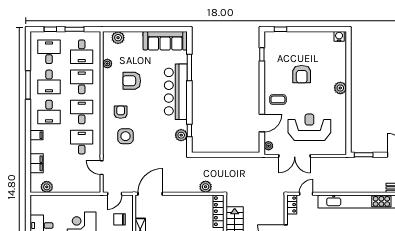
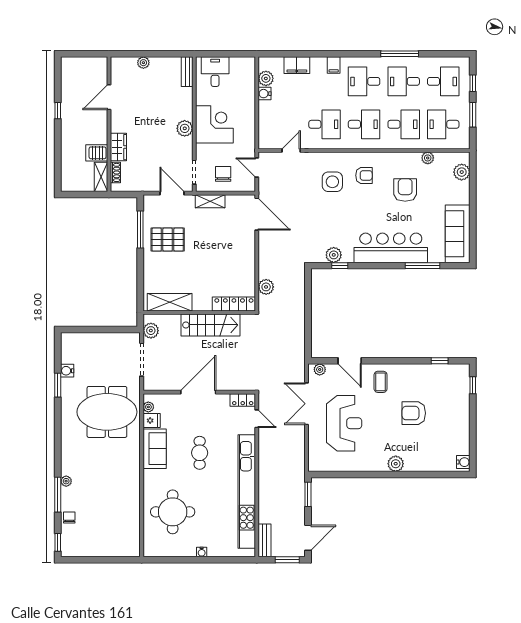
water cooler: (58, 188) -> (265, 94), added

